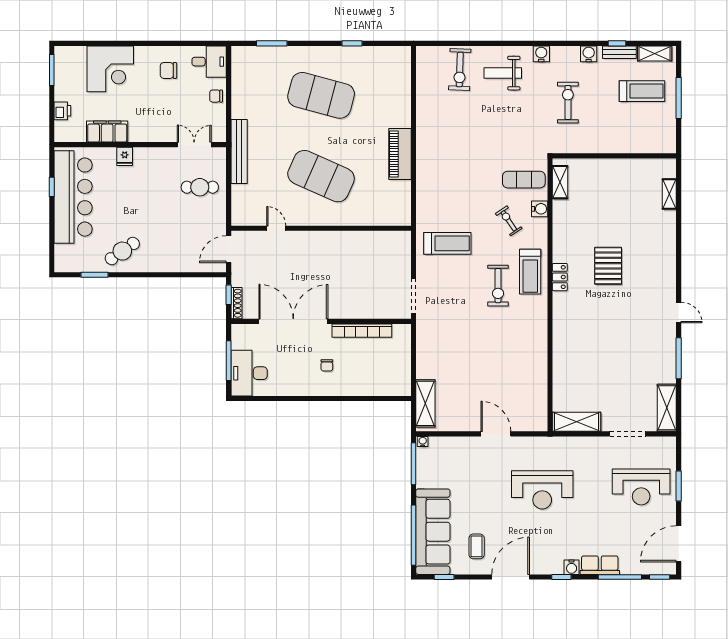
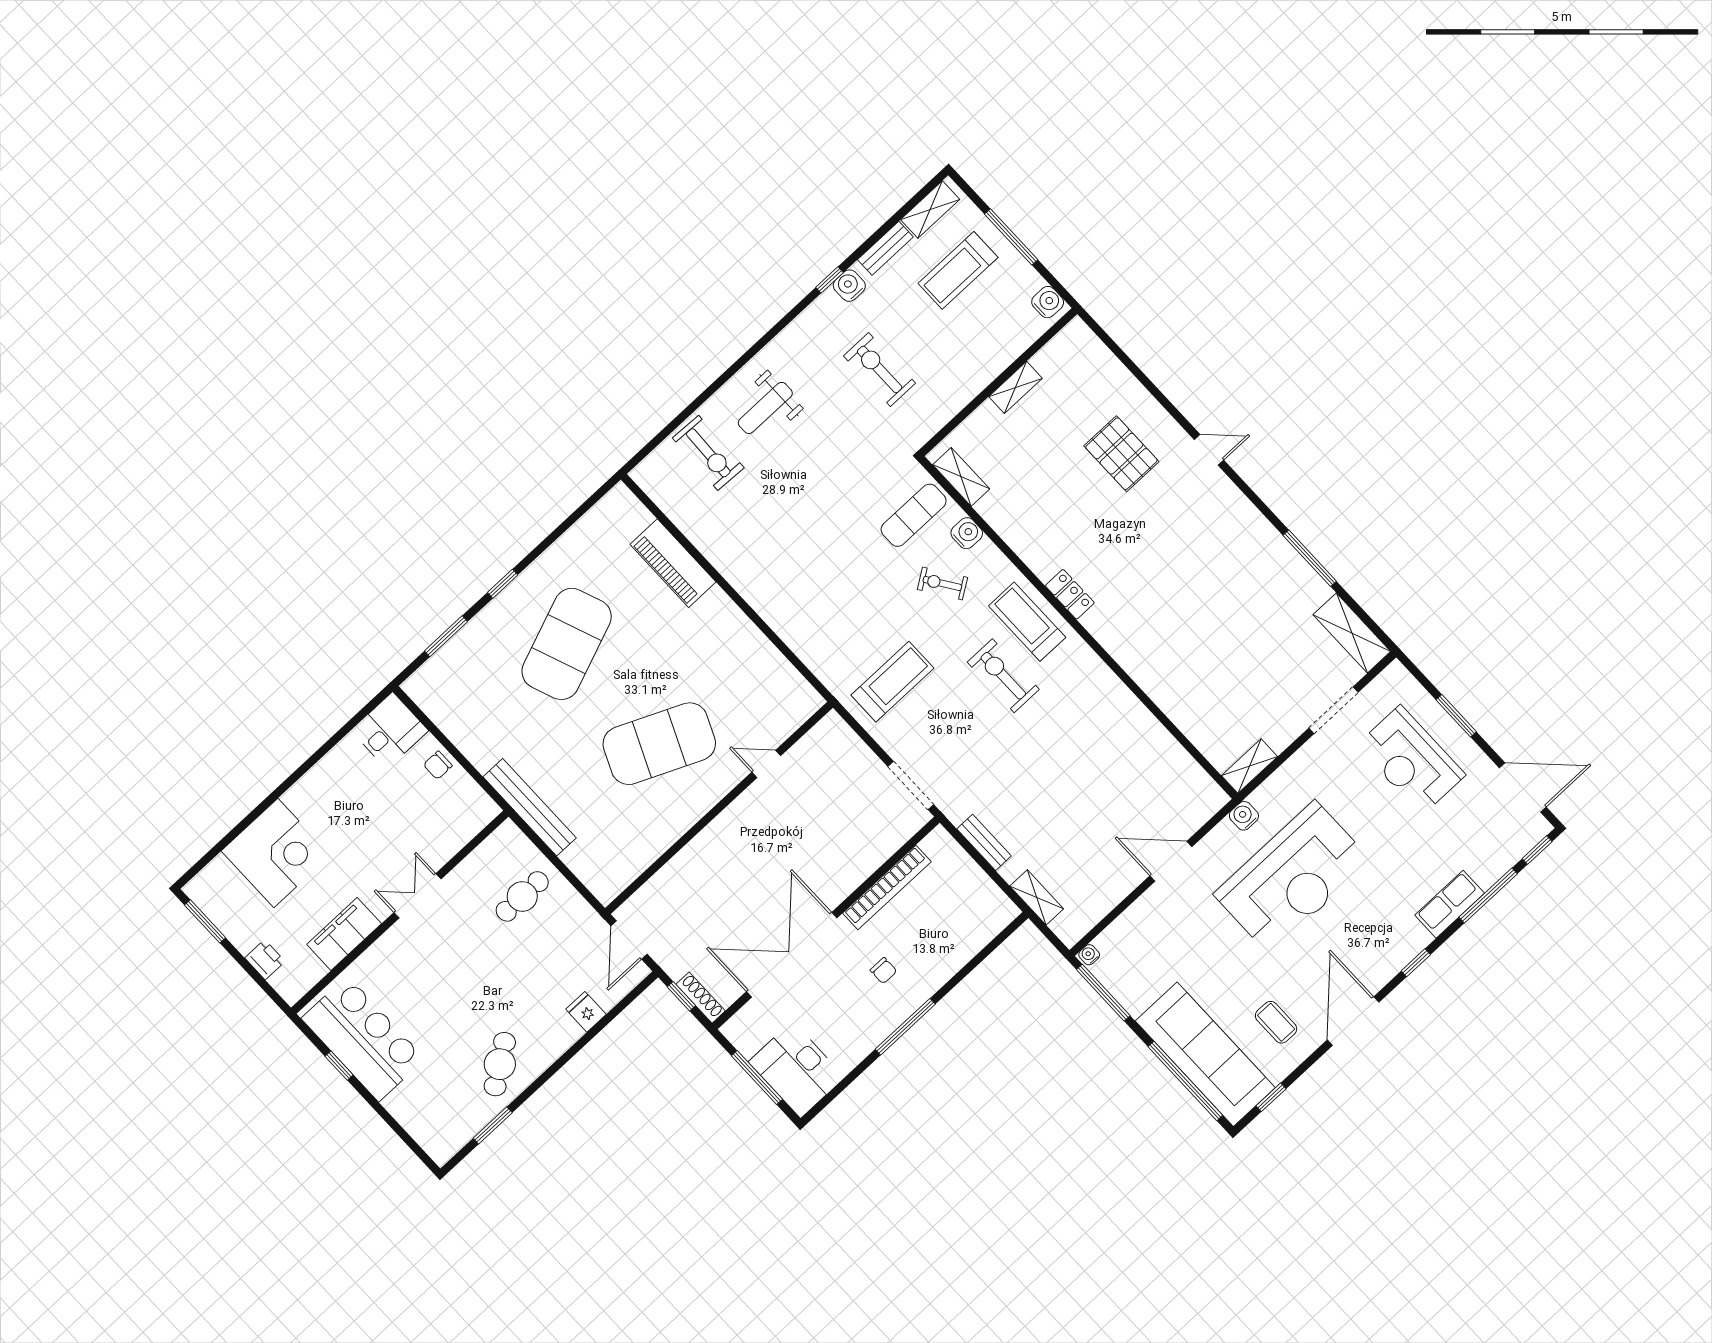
window: (352, 43) -> (503, 584), moved
window: (617, 43) -> (829, 280), moved
water cooler: (541, 54) -> (1048, 302), moved, turned 90
chair: (168, 70) -> (350, 788), removed
treadmill: (642, 91) -> (958, 270), turned 180
exercise mat: (321, 95) -> (567, 644), turned -36
double door: (194, 145) -> (417, 896), moved
piano: (400, 154) -> (673, 563), moved
fridge: (125, 156) -> (586, 1012), moved, turned 180
shelving: (669, 194) -> (1015, 387), moved, turned 90
bar counter: (73, 197) -> (363, 1039), width x0.73
door: (276, 228) -> (766, 764), moved
pallet: (608, 266) -> (1121, 454), moved
treadmill: (530, 272) -> (1027, 622), turned 180
exercise bike: (498, 286) -> (1003, 676), turned 180
door: (679, 312) -> (1209, 450), moved
bench: (422, 350) -> (984, 842), added
window: (314, 399) -> (905, 1027), added
shelving: (425, 403) -> (1037, 897), width x0.67, depth x0.75
shelving: (577, 422) -> (1249, 766), width x0.67, depth x0.75
reception desk: (641, 487) -> (1411, 760), turned 90
reception desk: (542, 490) -> (1292, 877), width x1.36, depth x1.30
door: (679, 544) -> (1523, 787), swing flipped
water cooler: (572, 567) -> (1244, 816), moved, turned 180

